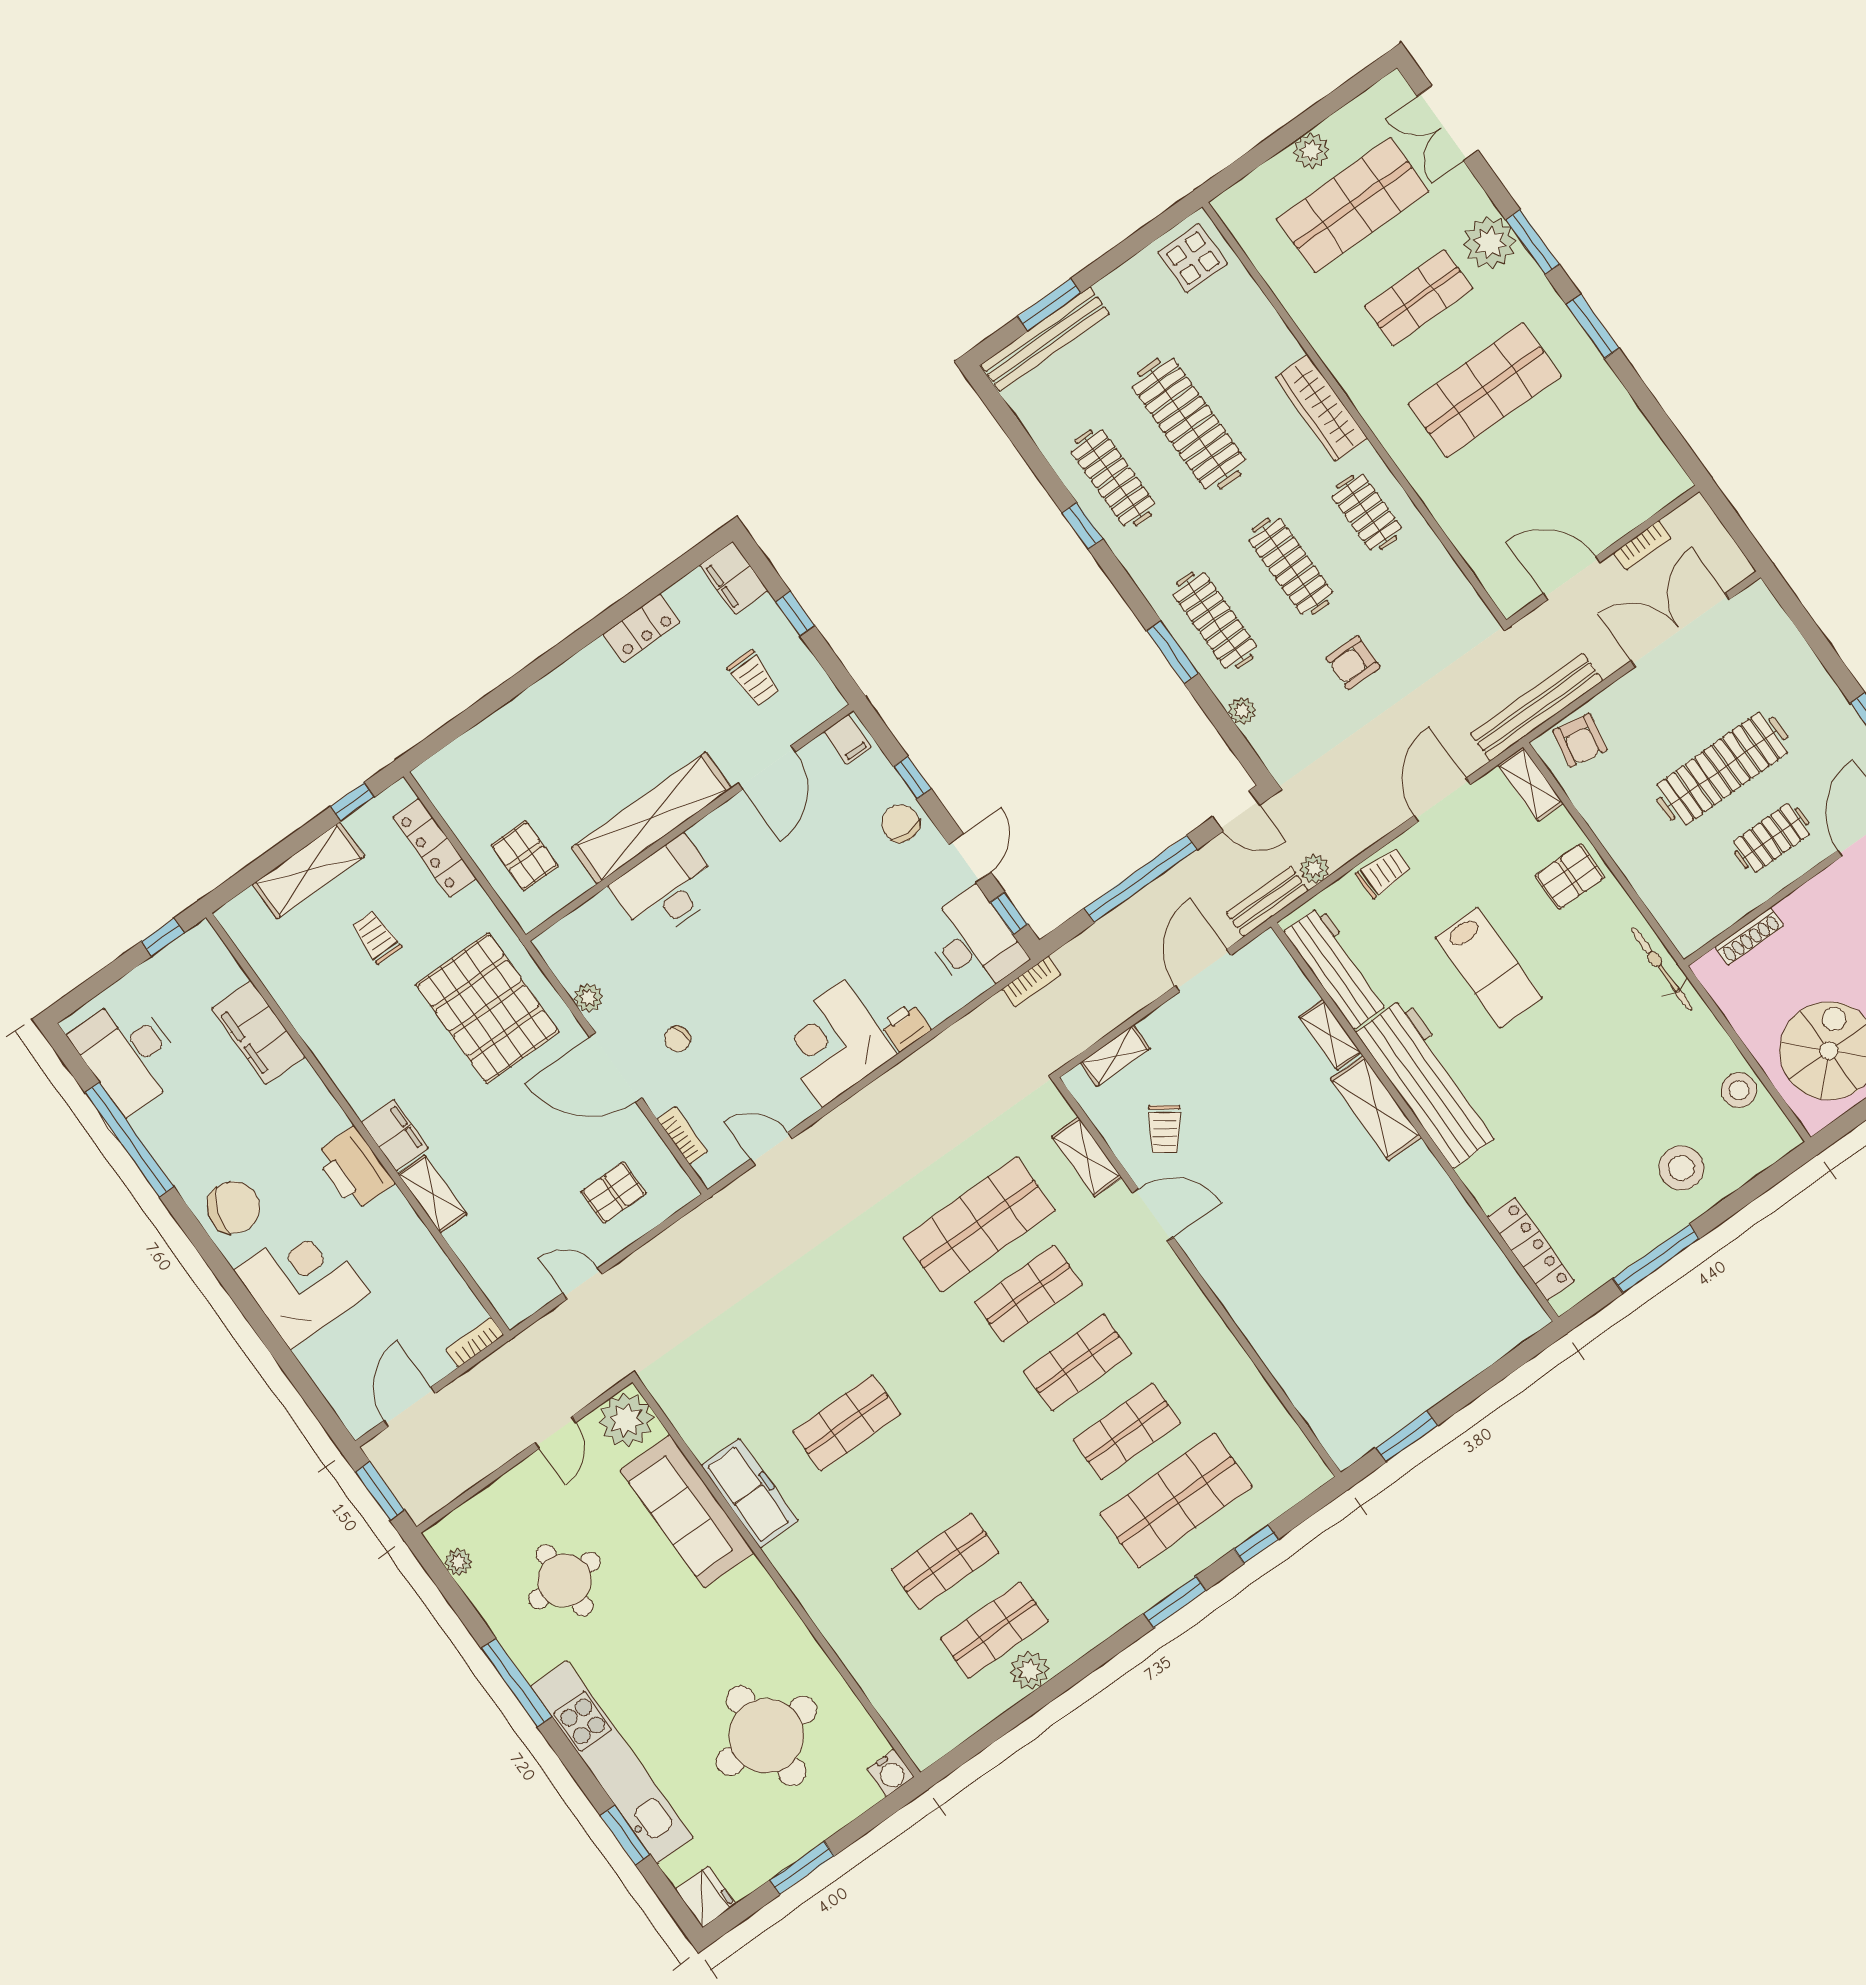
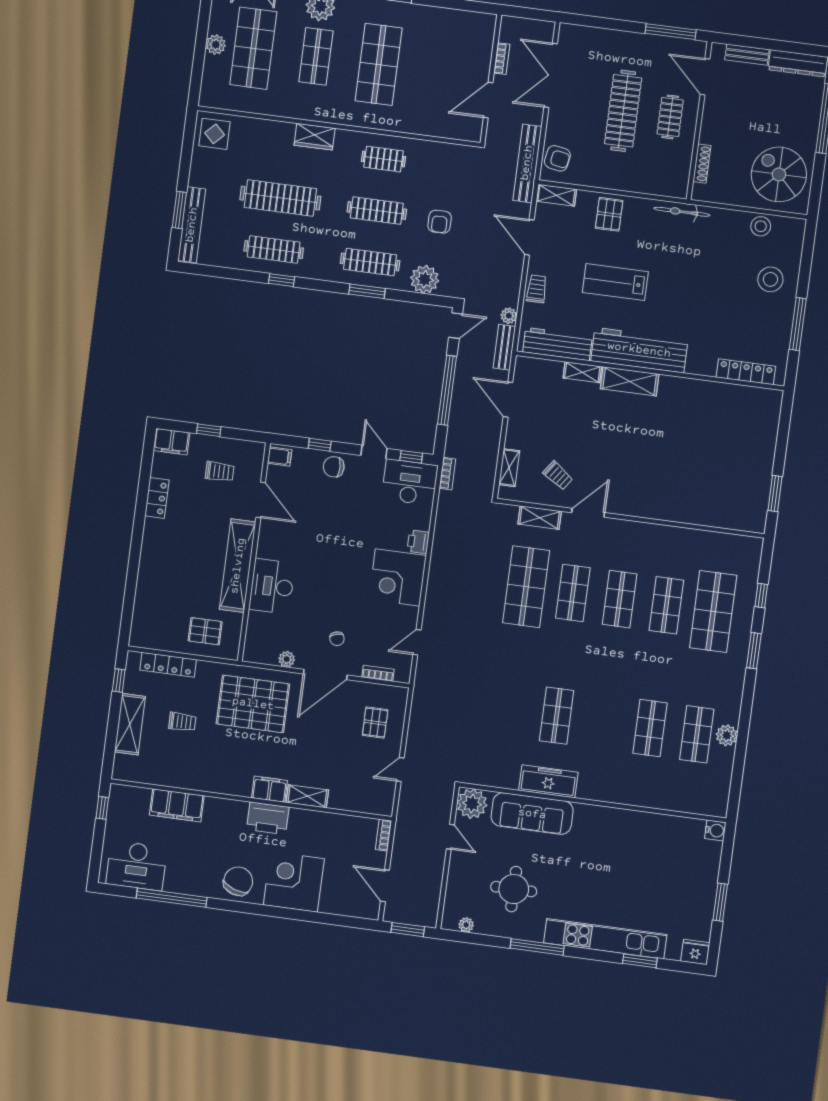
wardrobe: (1322, 408) -> (315, 137), width x0.67
plant: (1242, 711) -> (425, 279), width x1.87, depth x1.87
trolley: (376, 937) -> (182, 722), turned 180
lab bench: (1489, 968) -> (615, 282), turned 180
round table: (766, 1736) -> (653, 866), removed

